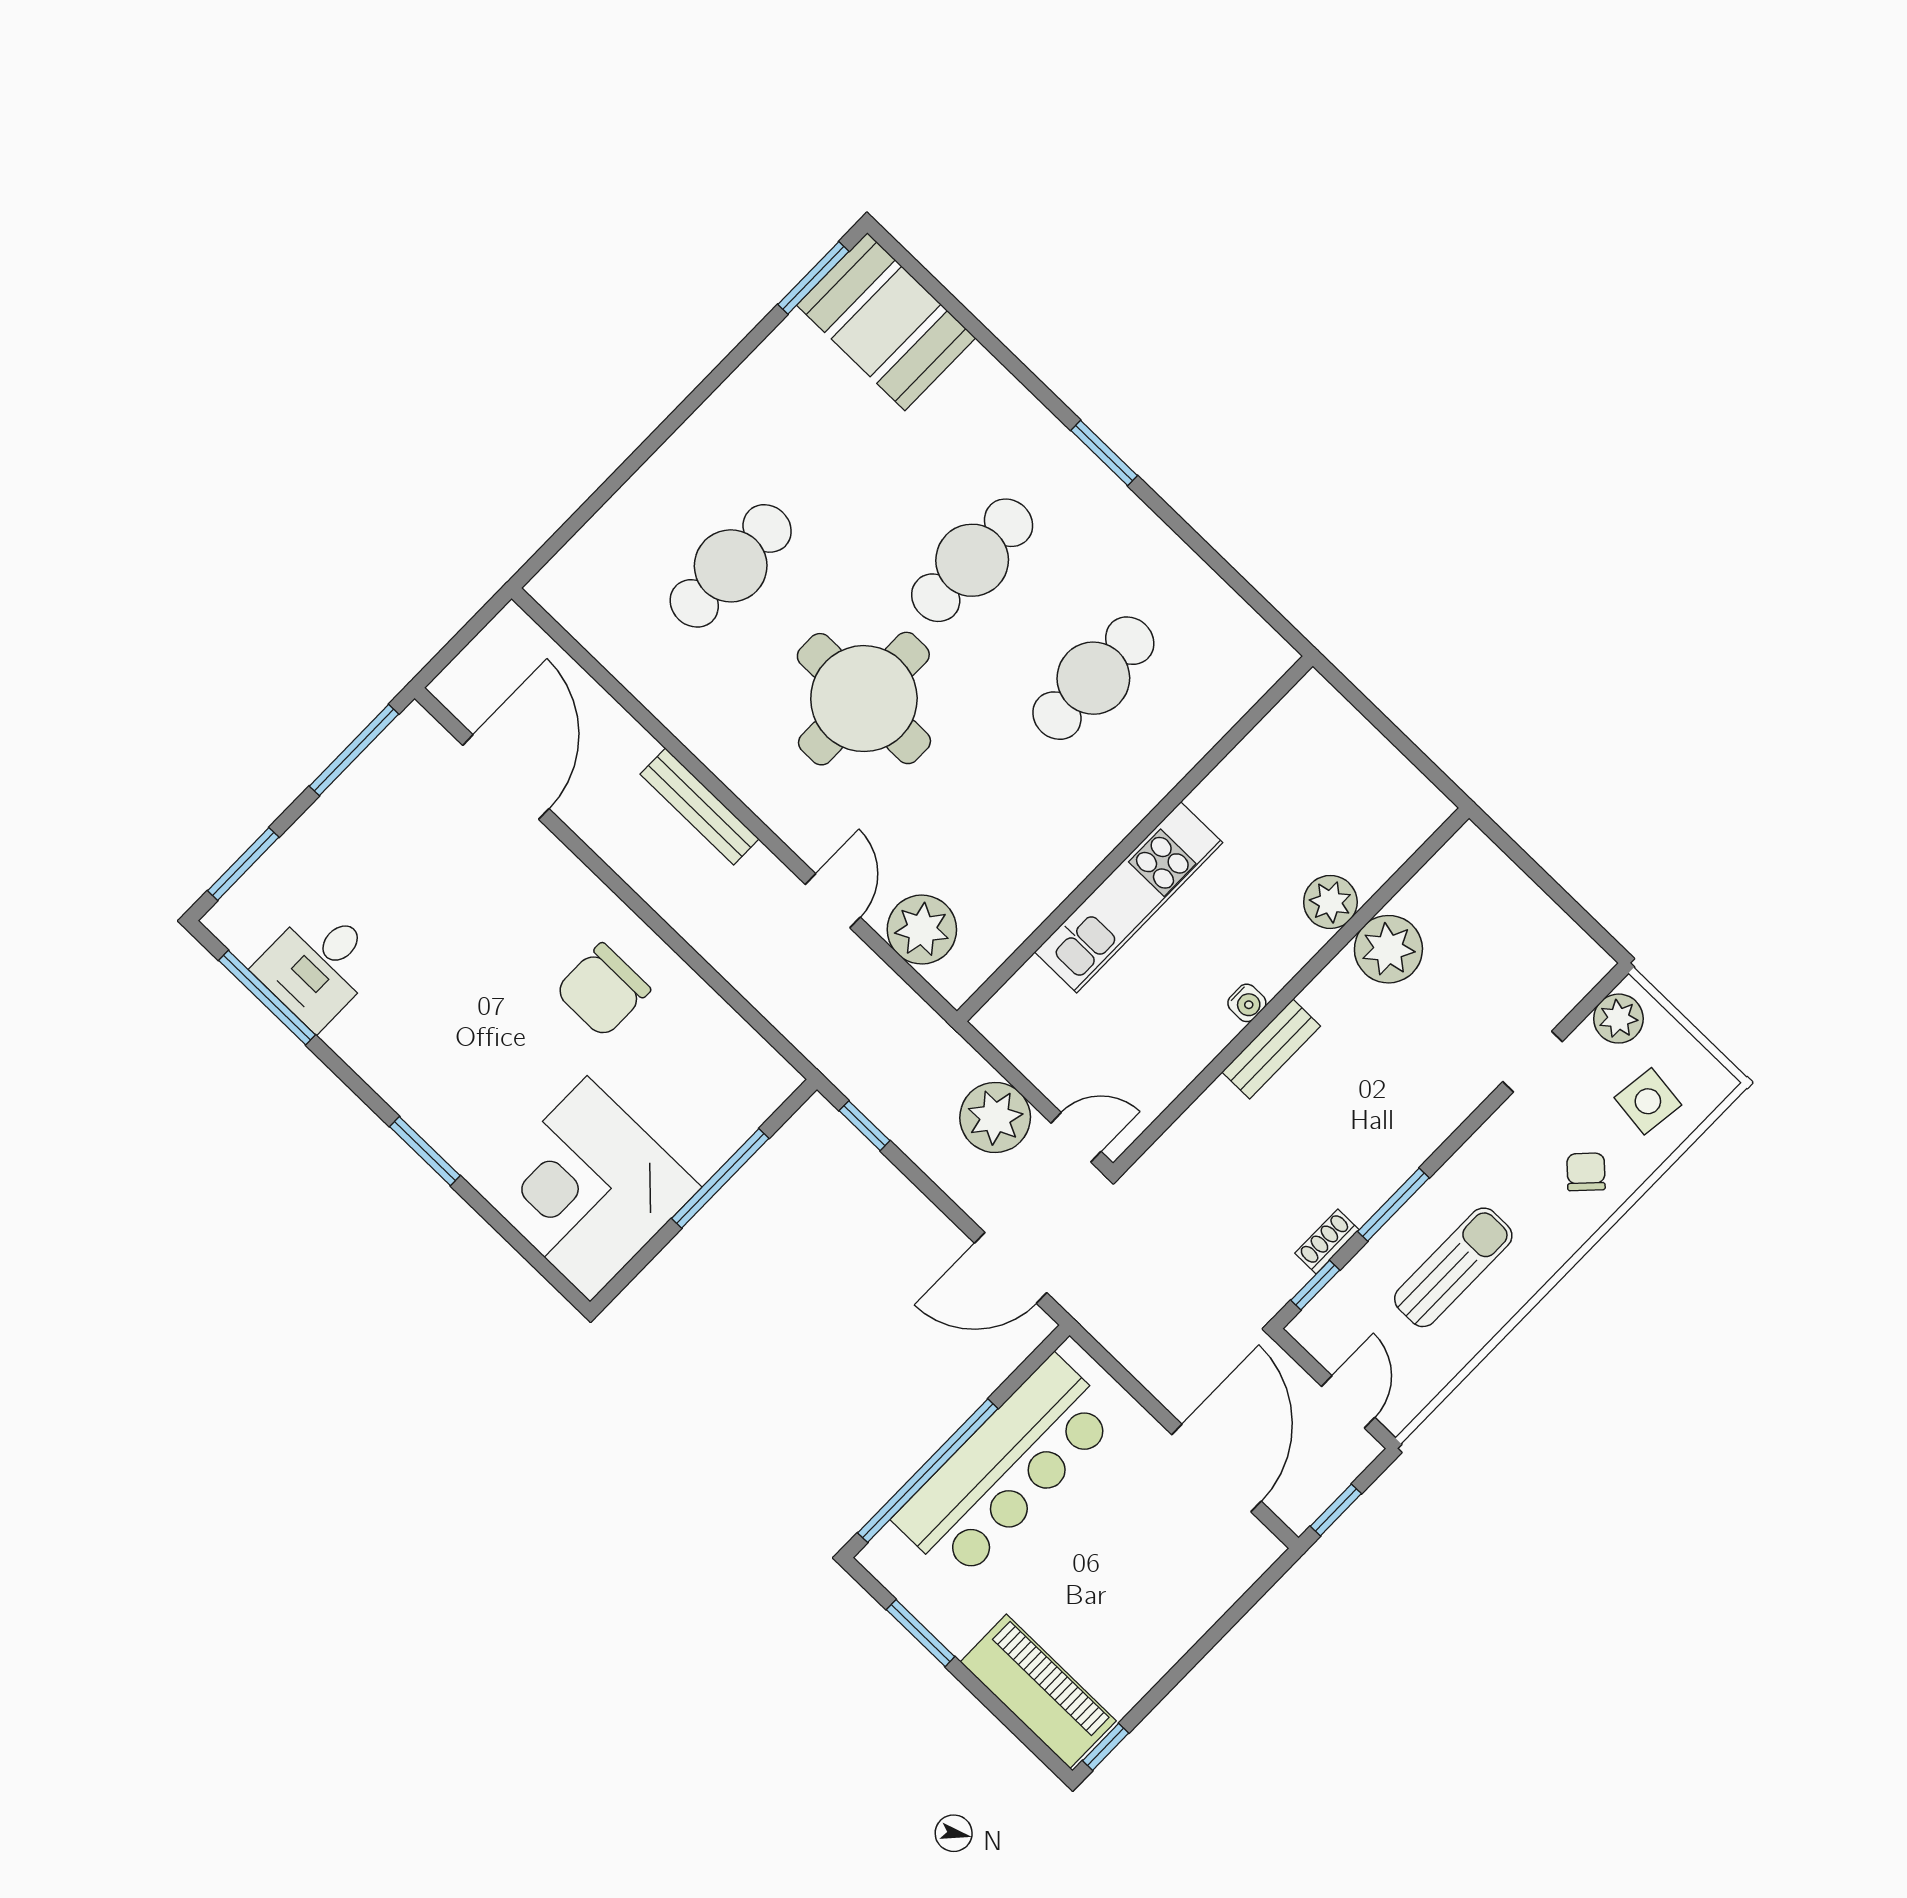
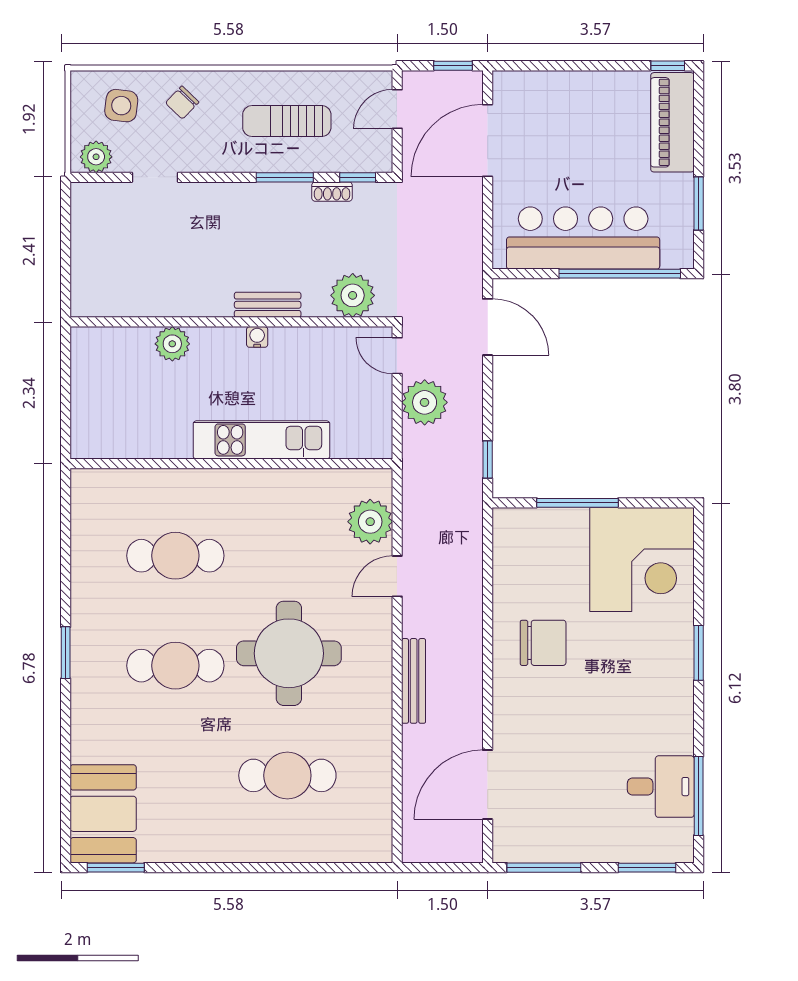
plant: (1388, 949) -> (353, 295), moved

